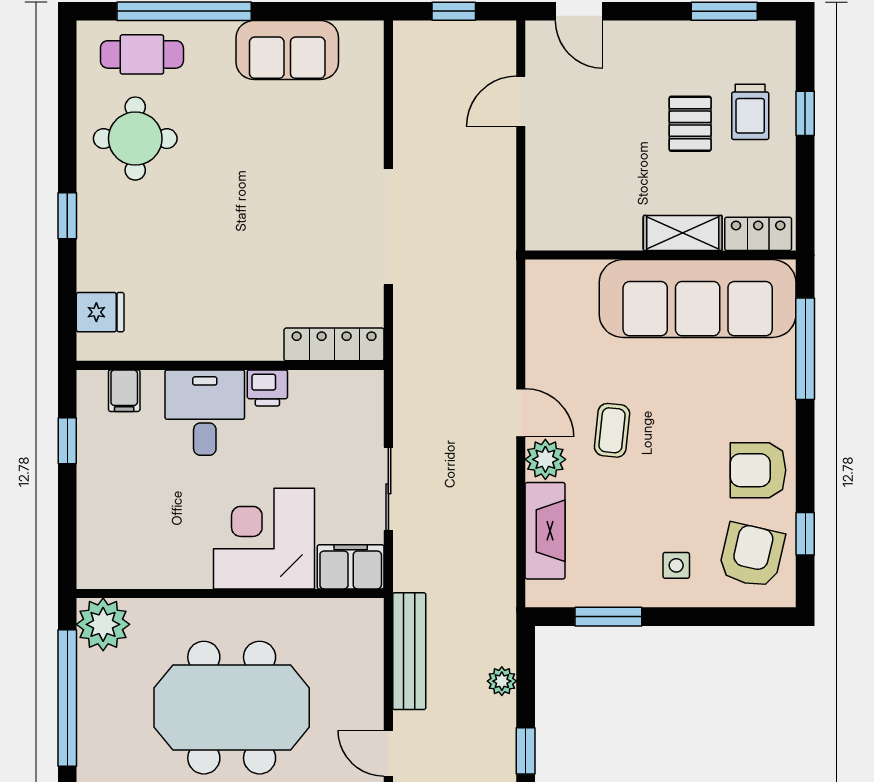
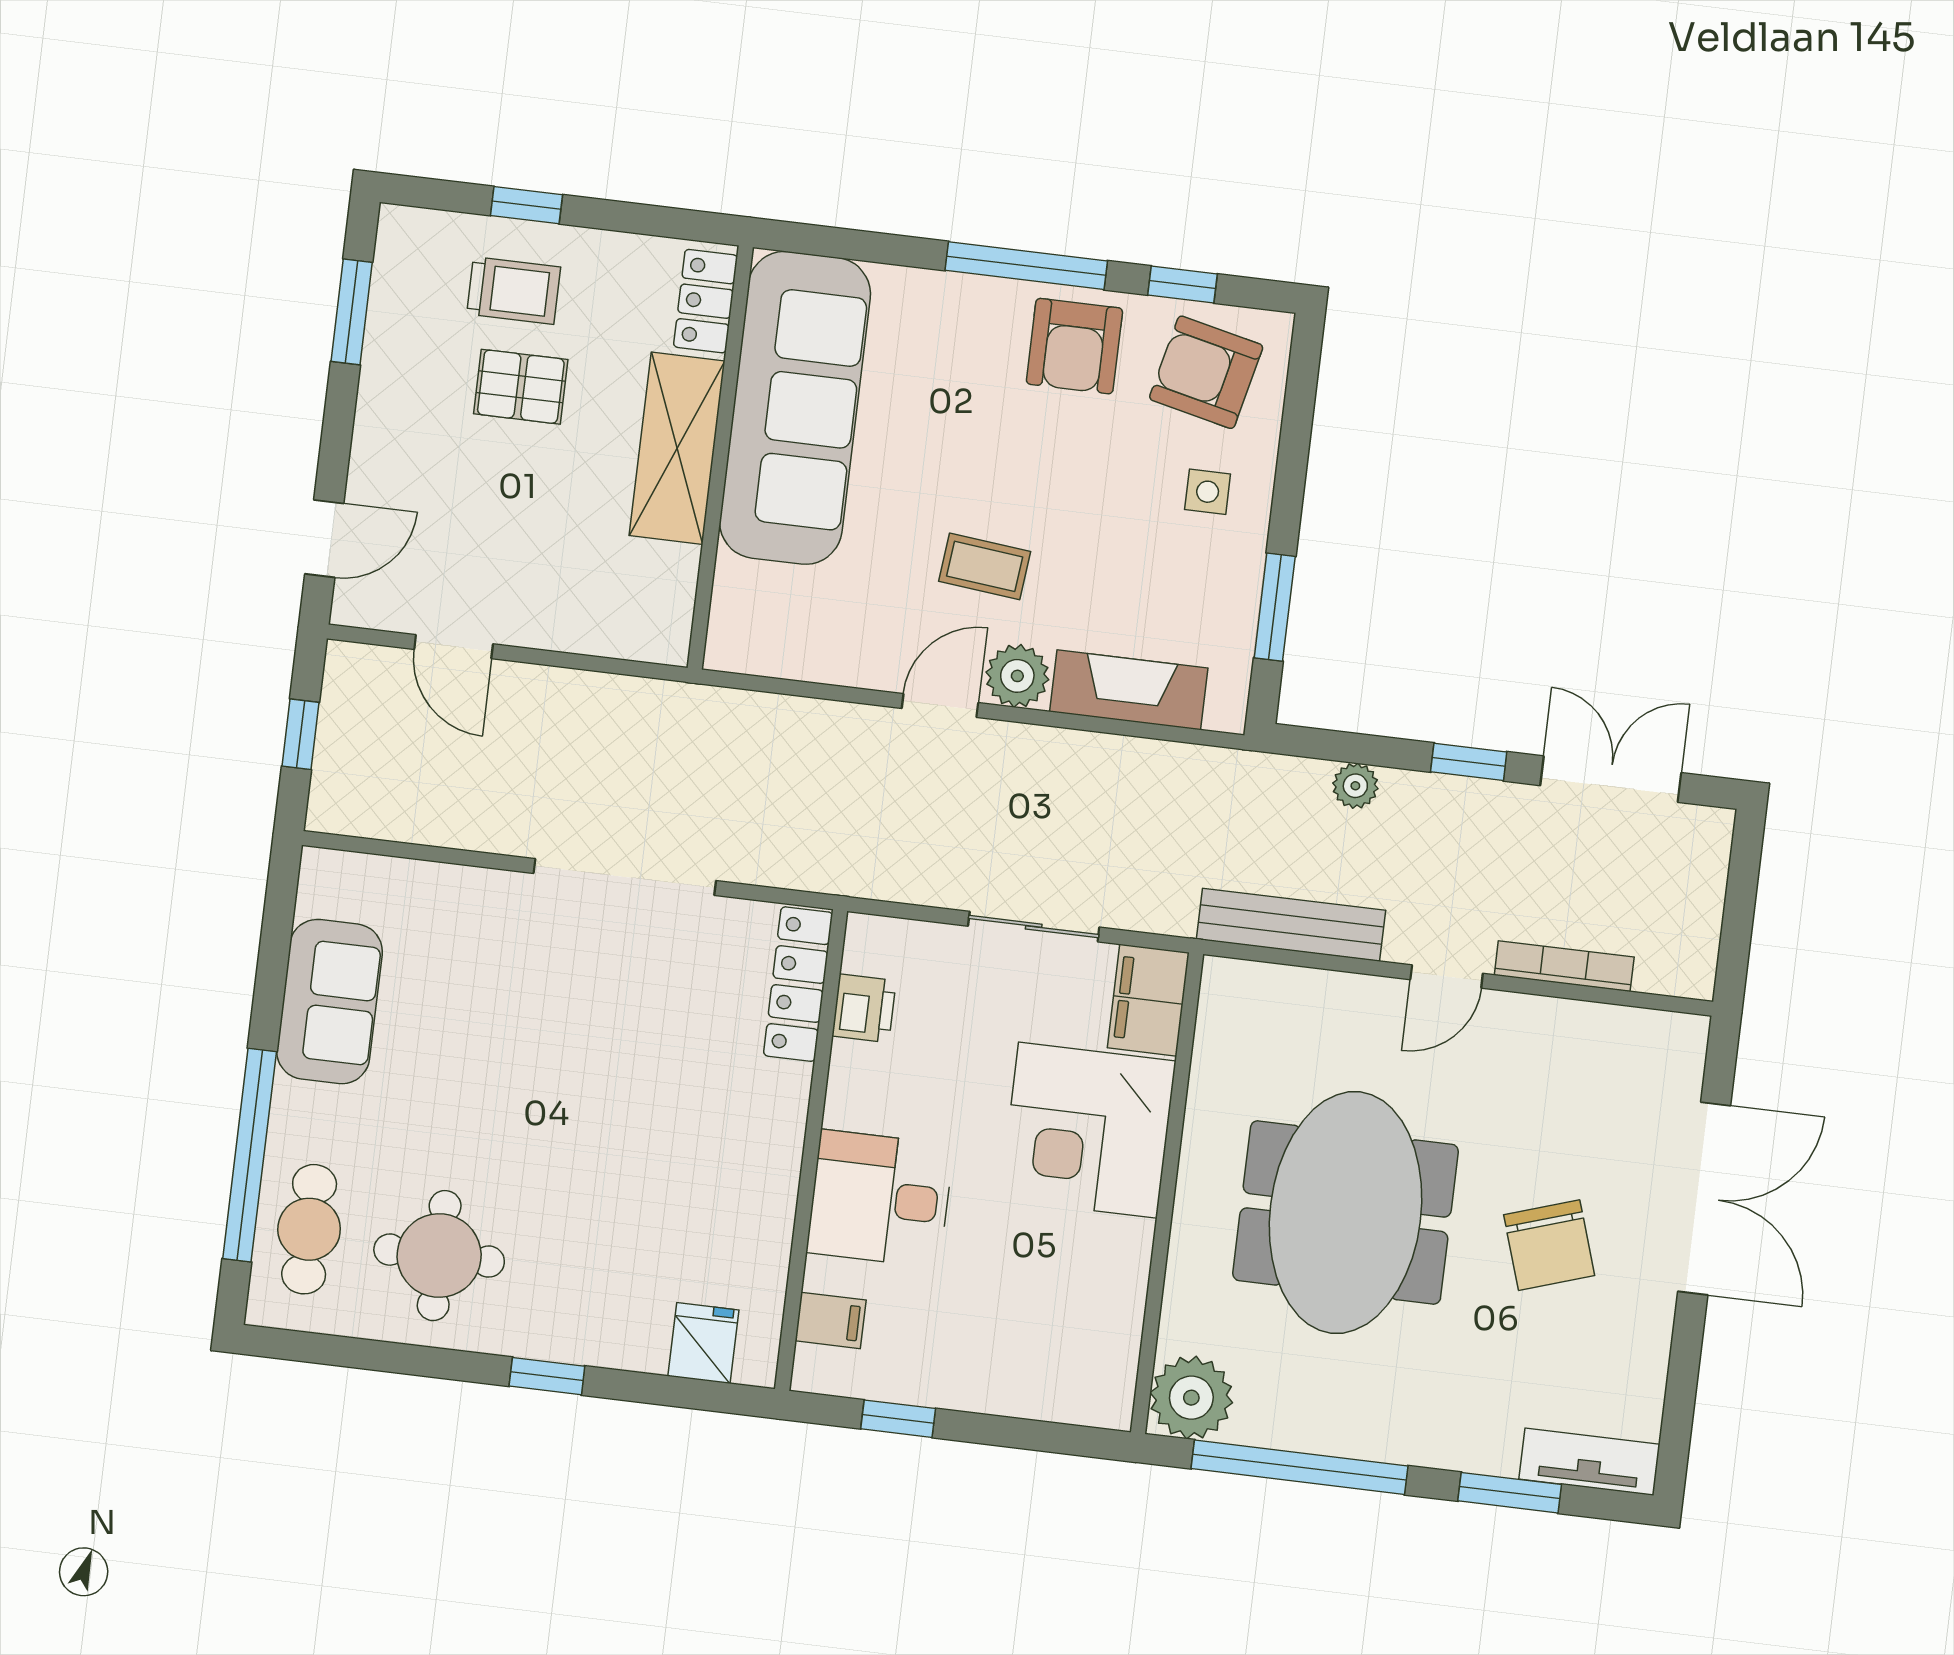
shelving: (683, 233) -> (677, 448), width x1.50, depth x1.33
window: (805, 349) -> (1026, 266), moved
printer: (267, 388) -> (864, 1008), moved

